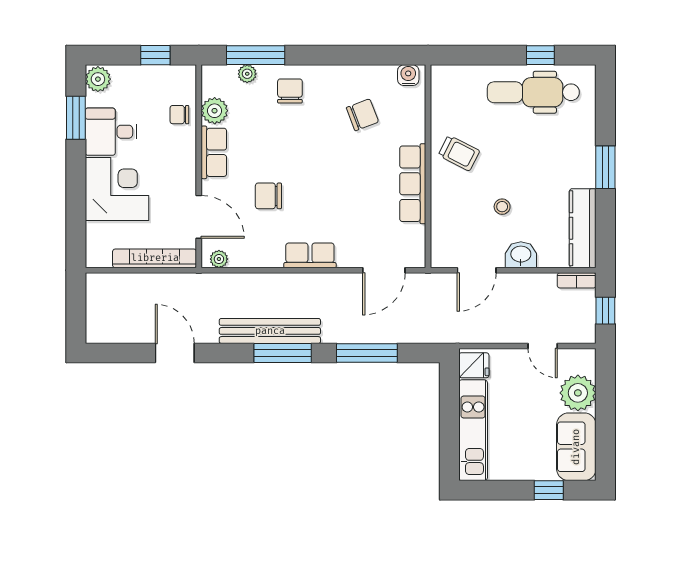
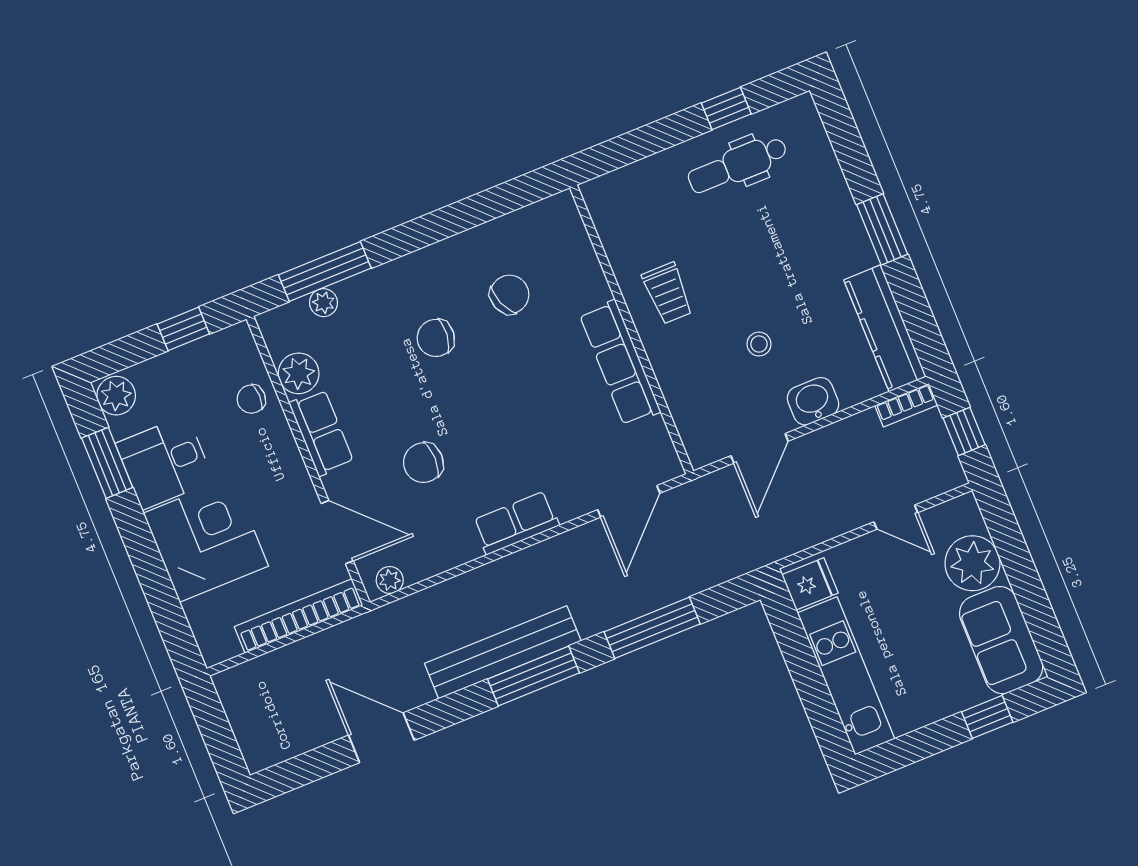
water cooler: (408, 75) -> (551, 212), removed
chair: (290, 91) -> (436, 338), moved, turned -84
dental chair: (533, 92) -> (738, 165), width x0.73, depth x0.72
trolley: (459, 153) -> (668, 293), turned 63

